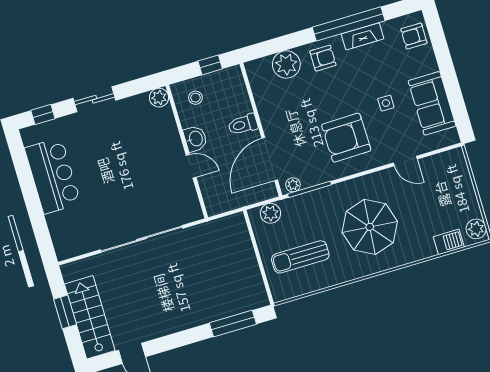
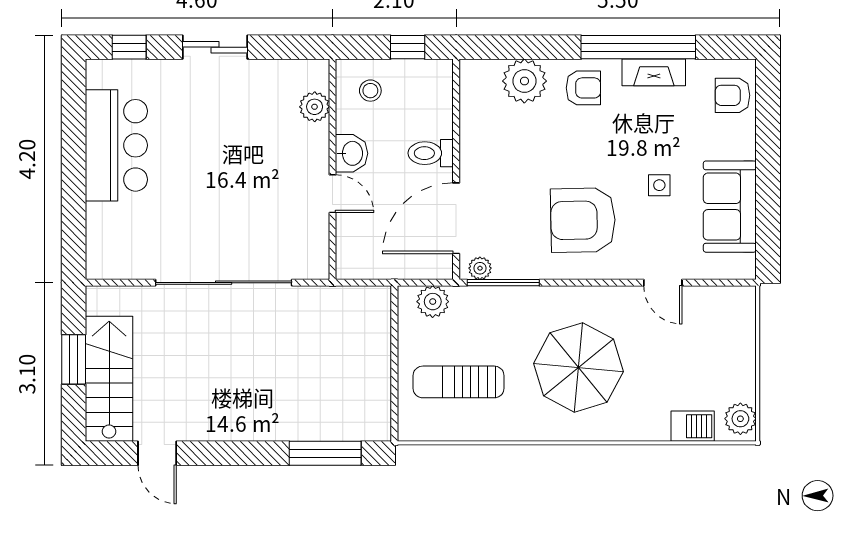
plant: (159, 98) -> (315, 107), moved

